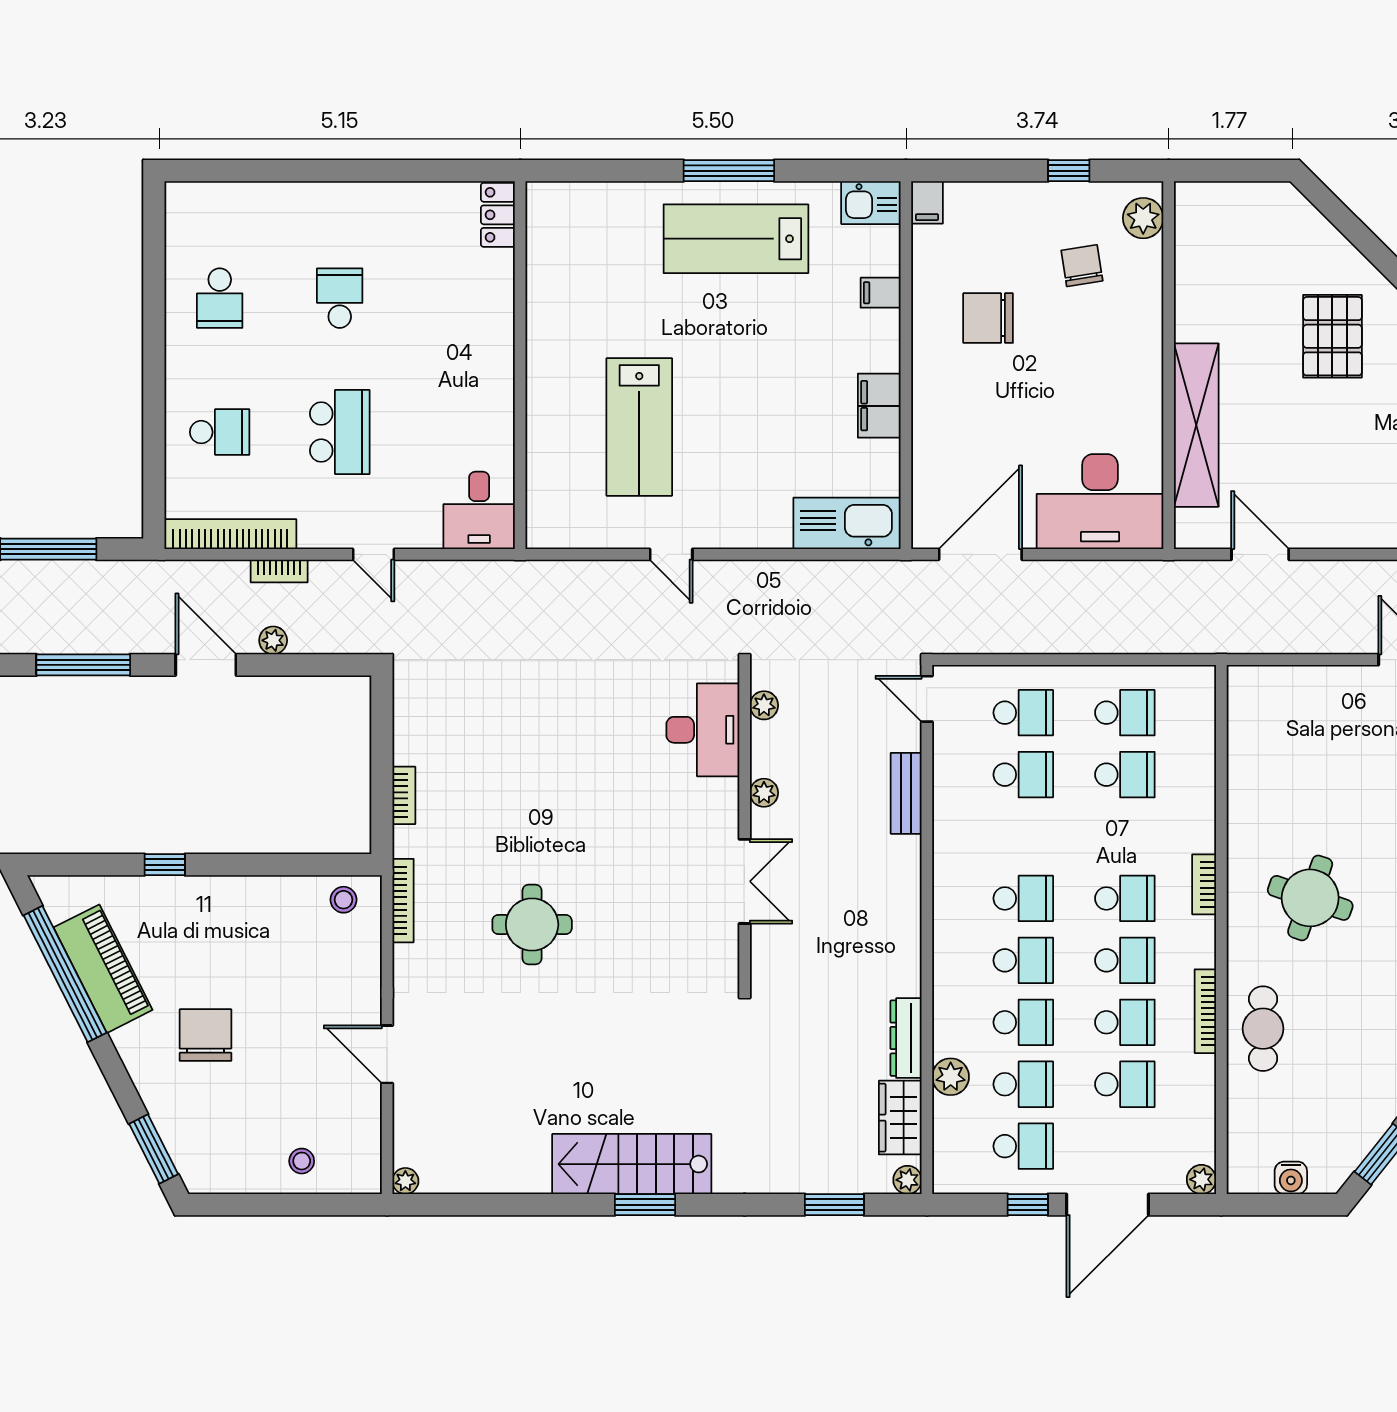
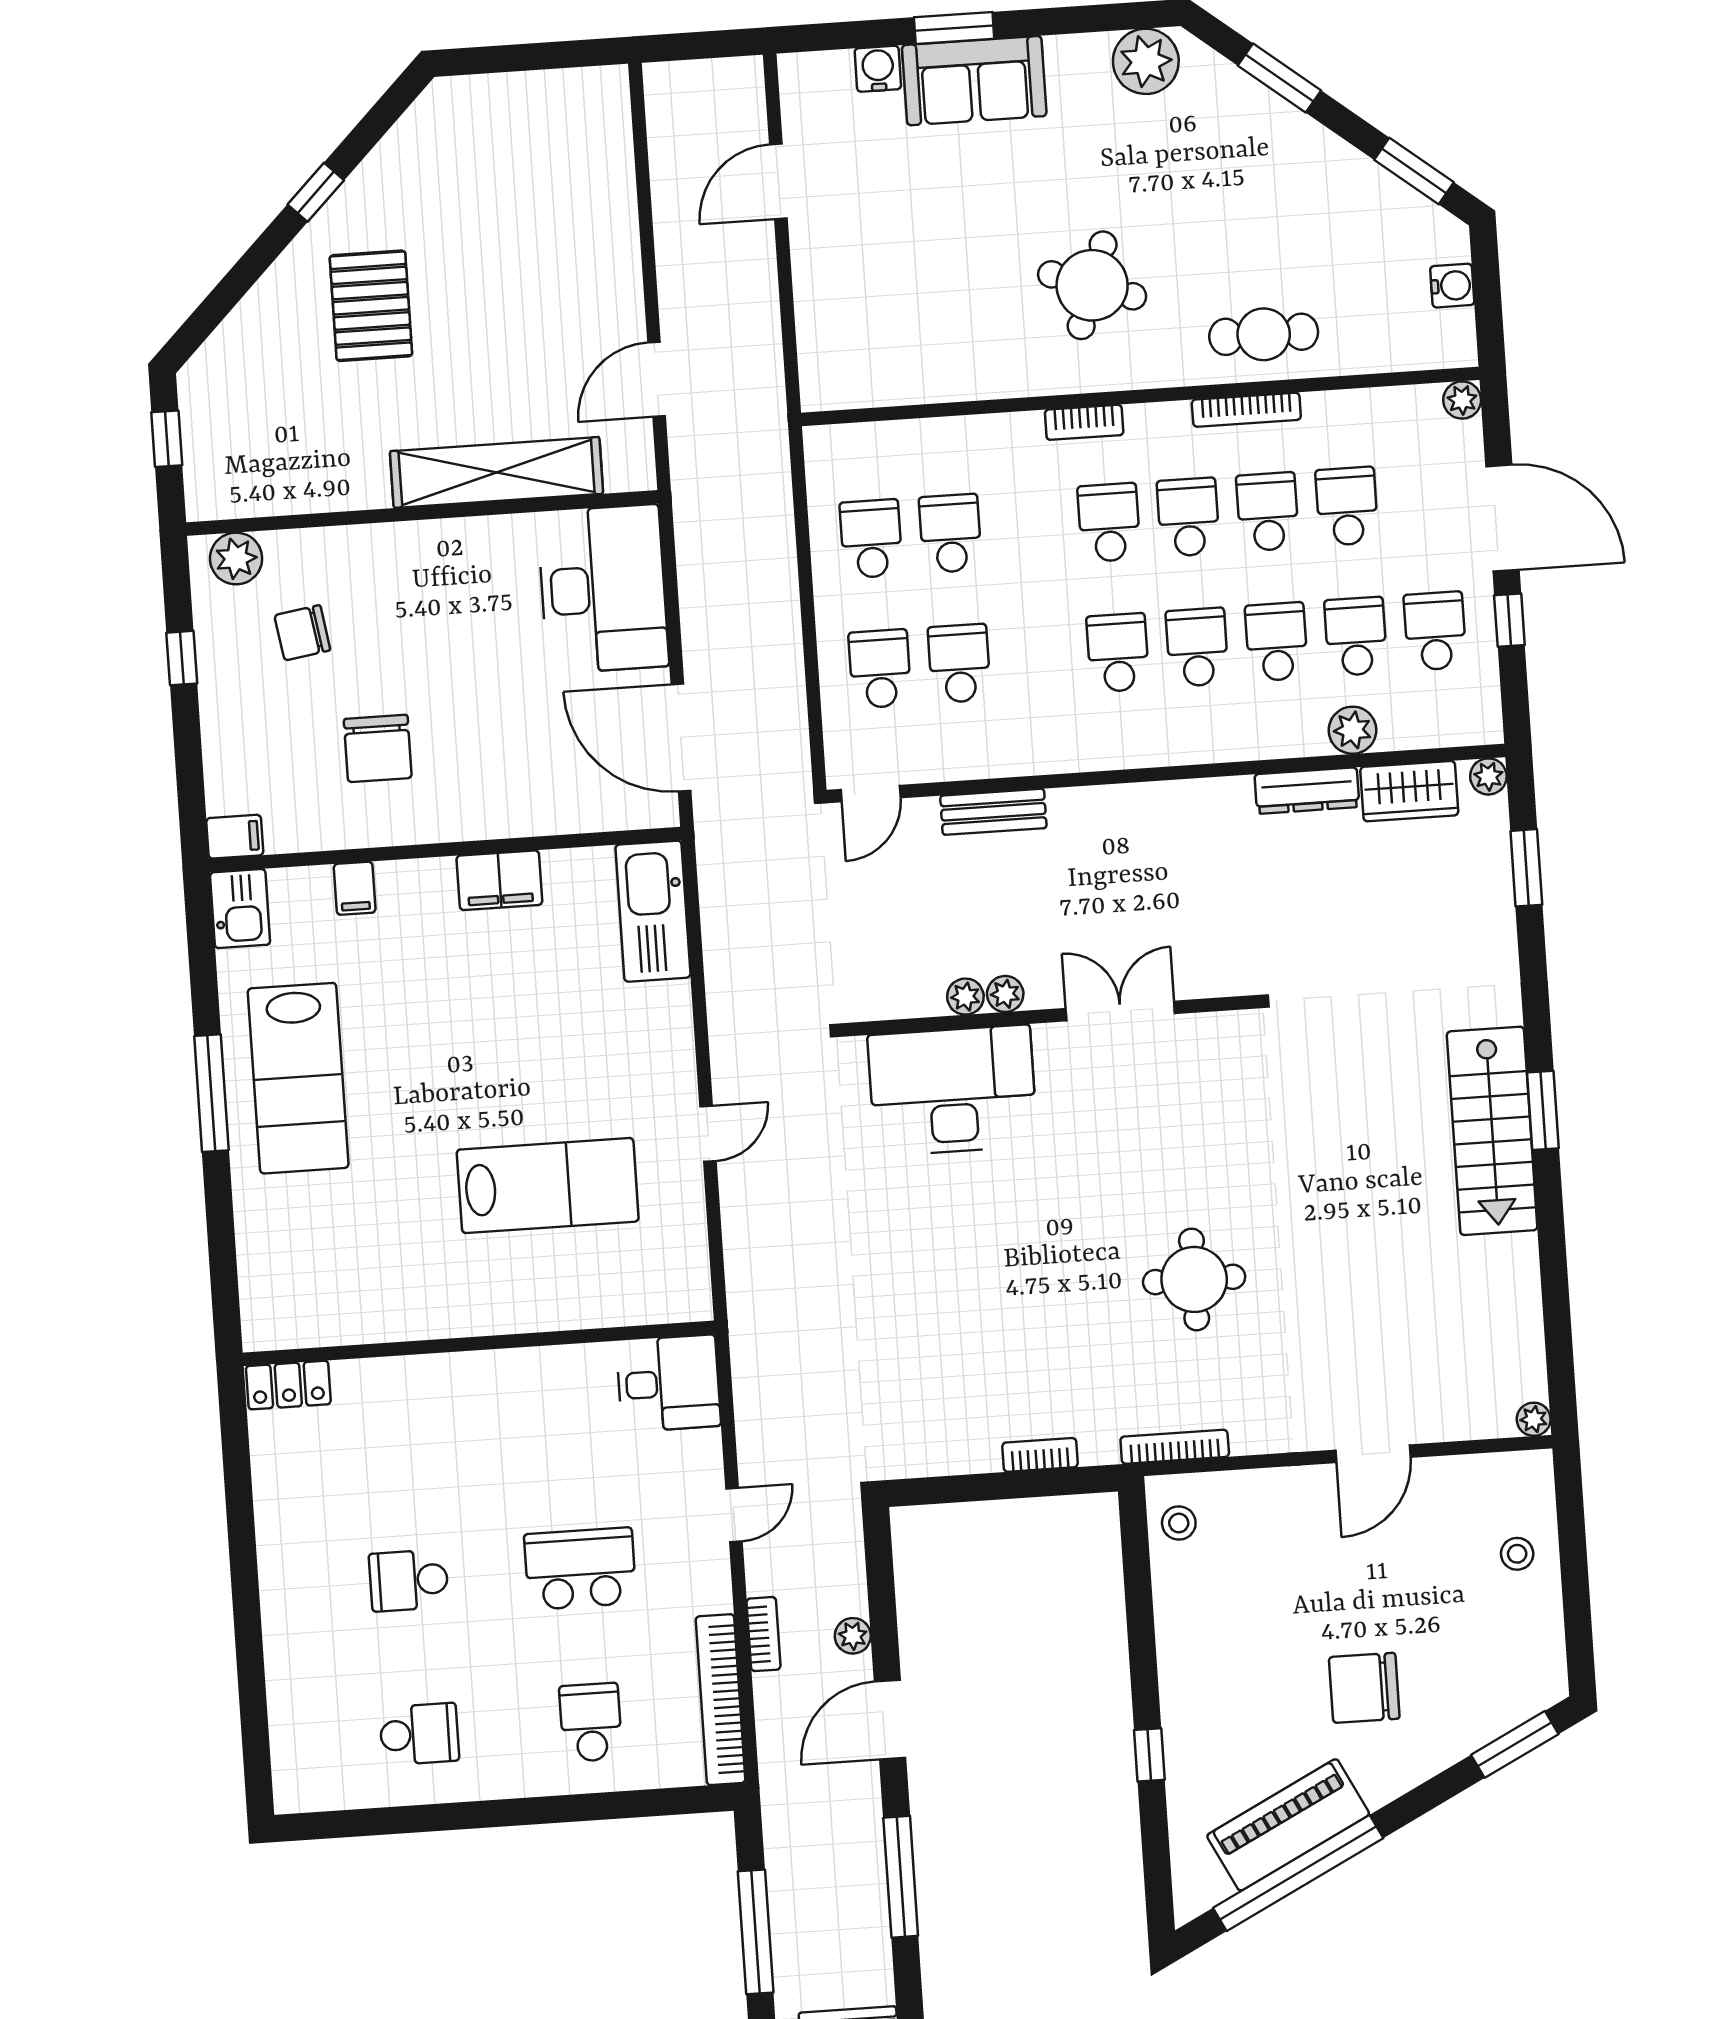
window: (1240, 171) -> (167, 439), added
pallet: (1332, 336) -> (371, 306), turned 90
plant: (764, 705) -> (965, 997), moved
desk: (703, 730) -> (953, 1090), width x1.36, depth x1.30

